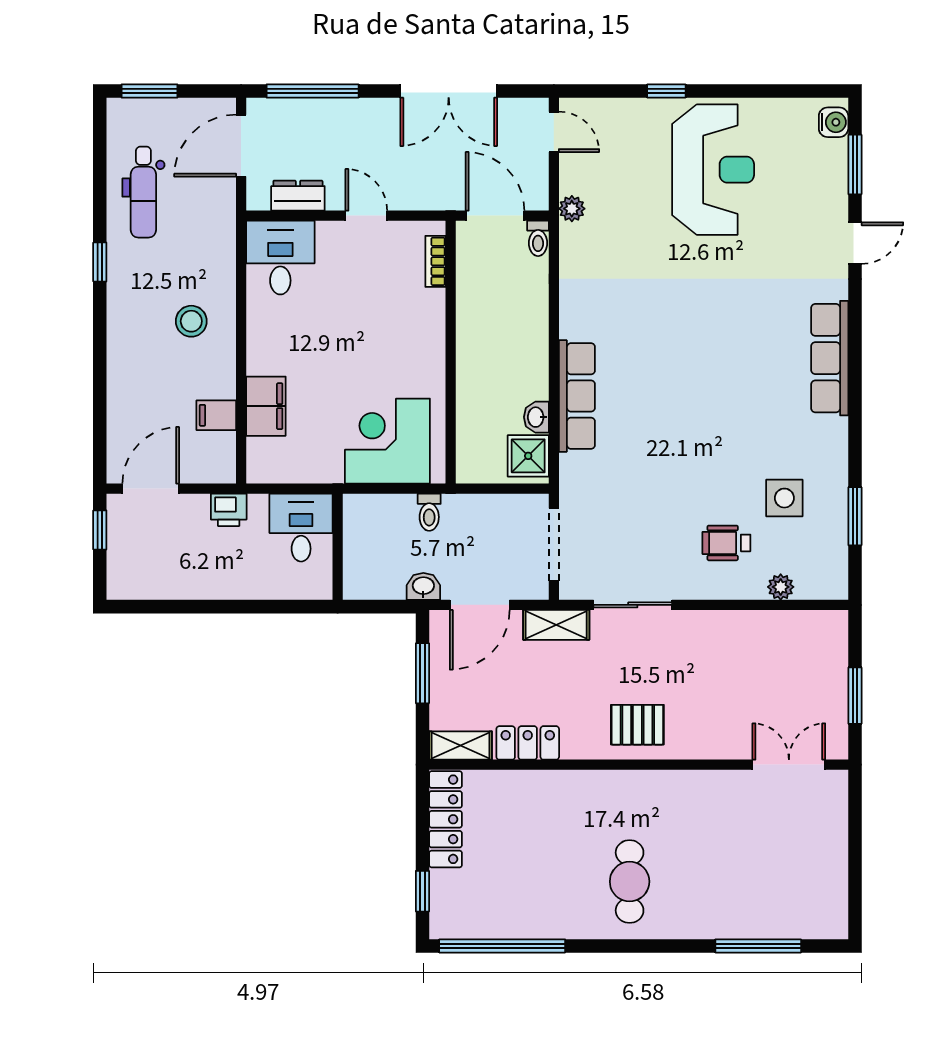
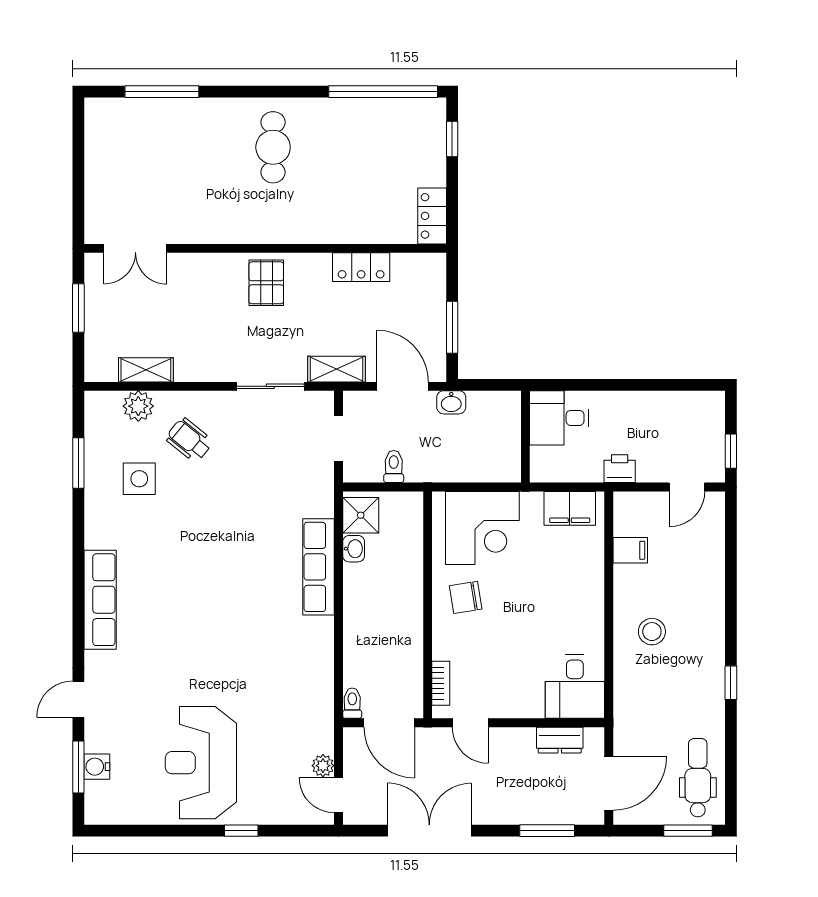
window: (313, 91) -> (547, 831), width x0.69
water cooler: (834, 122) -> (97, 767), moved
dental chair: (143, 192) -> (698, 778), moved
plant: (572, 209) -> (323, 766), moved
door: (366, 216) -> (470, 723), moved
chair: (407, 361) -> (466, 597), added
filing cabinet: (266, 406) -> (570, 508), moved, turned -90
door: (151, 489) -> (687, 487), width x0.73
toilet: (429, 512) -> (394, 467), moved
desk: (301, 528) -> (559, 418), moved, turned 90
wheelchair: (726, 543) -> (189, 440), turned -141
doorway: (554, 544) -> (338, 439), width x0.73
plant: (781, 587) -> (138, 406), width x1.38, depth x1.38
door: (480, 605) -> (403, 386), hinge flipped
pallet: (637, 725) -> (266, 283), turned 90
shelving: (461, 746) -> (146, 370), moved
locker: (446, 819) -> (432, 216), width x0.66

